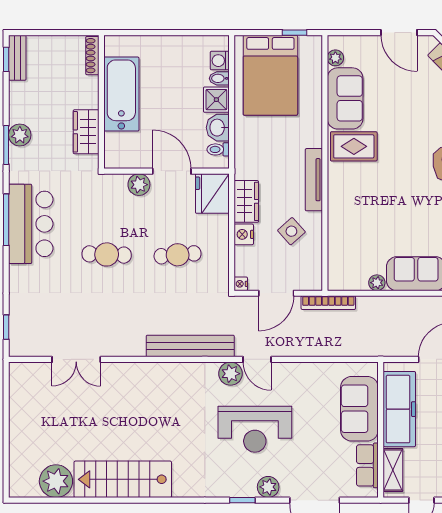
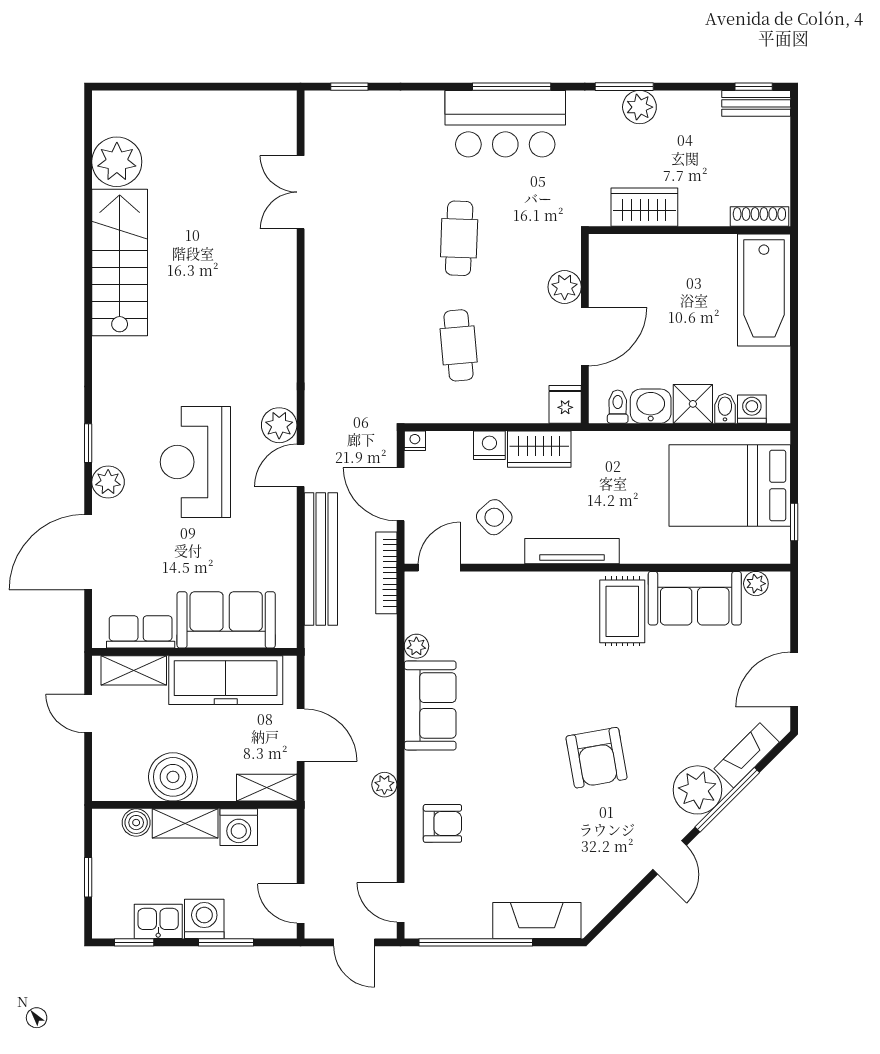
bathtub: (121, 94) -> (764, 290), moved, turned 90
fridge: (212, 194) -> (565, 404), width x0.53, depth x0.75
door: (325, 268) -> (439, 568), added
bench: (190, 346) -> (321, 559), moved

